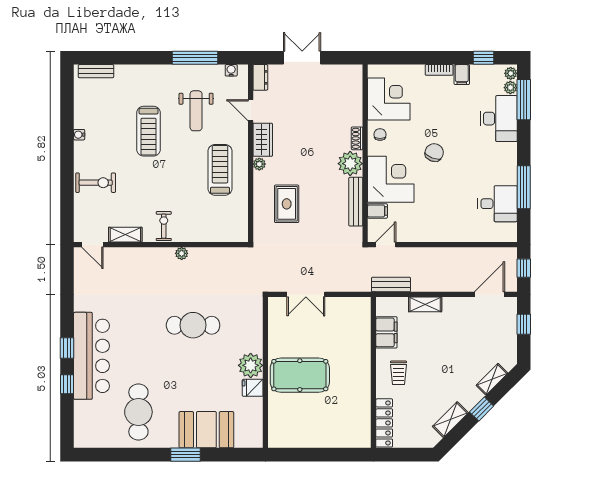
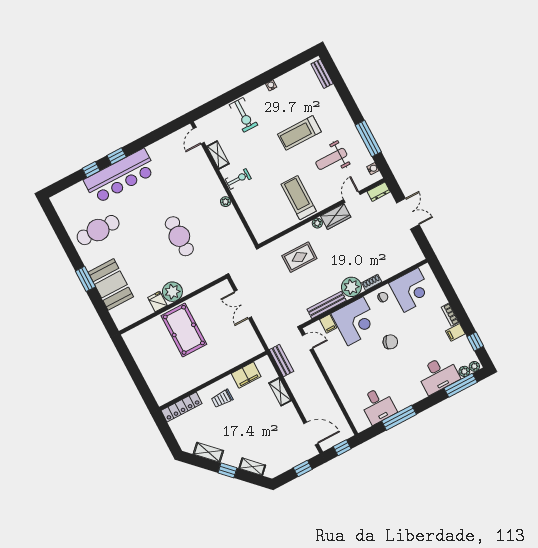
treadmill: (220, 170) -> (299, 198), turned -90

